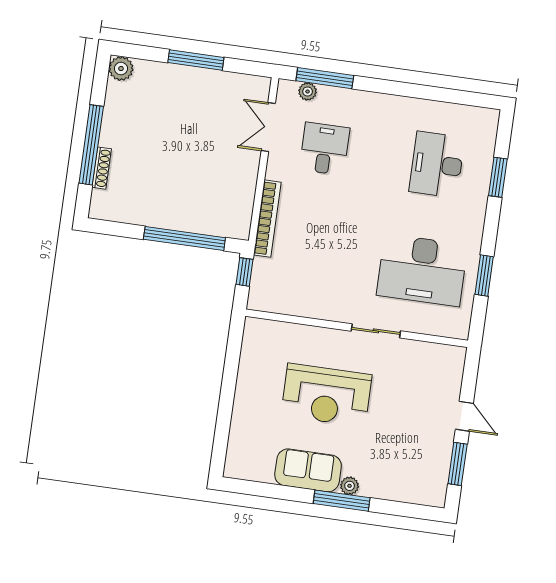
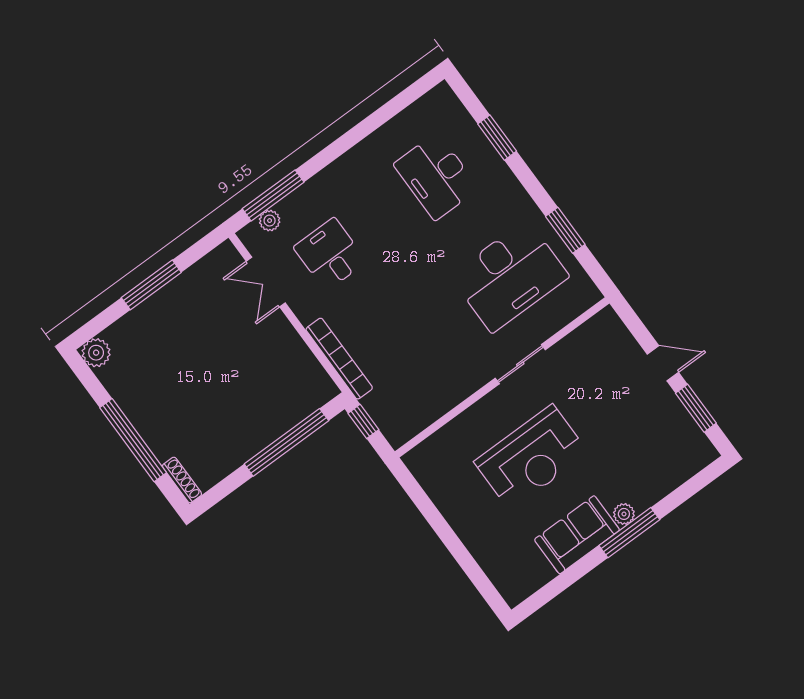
shoe rack: (102, 168) -> (182, 480), moved

